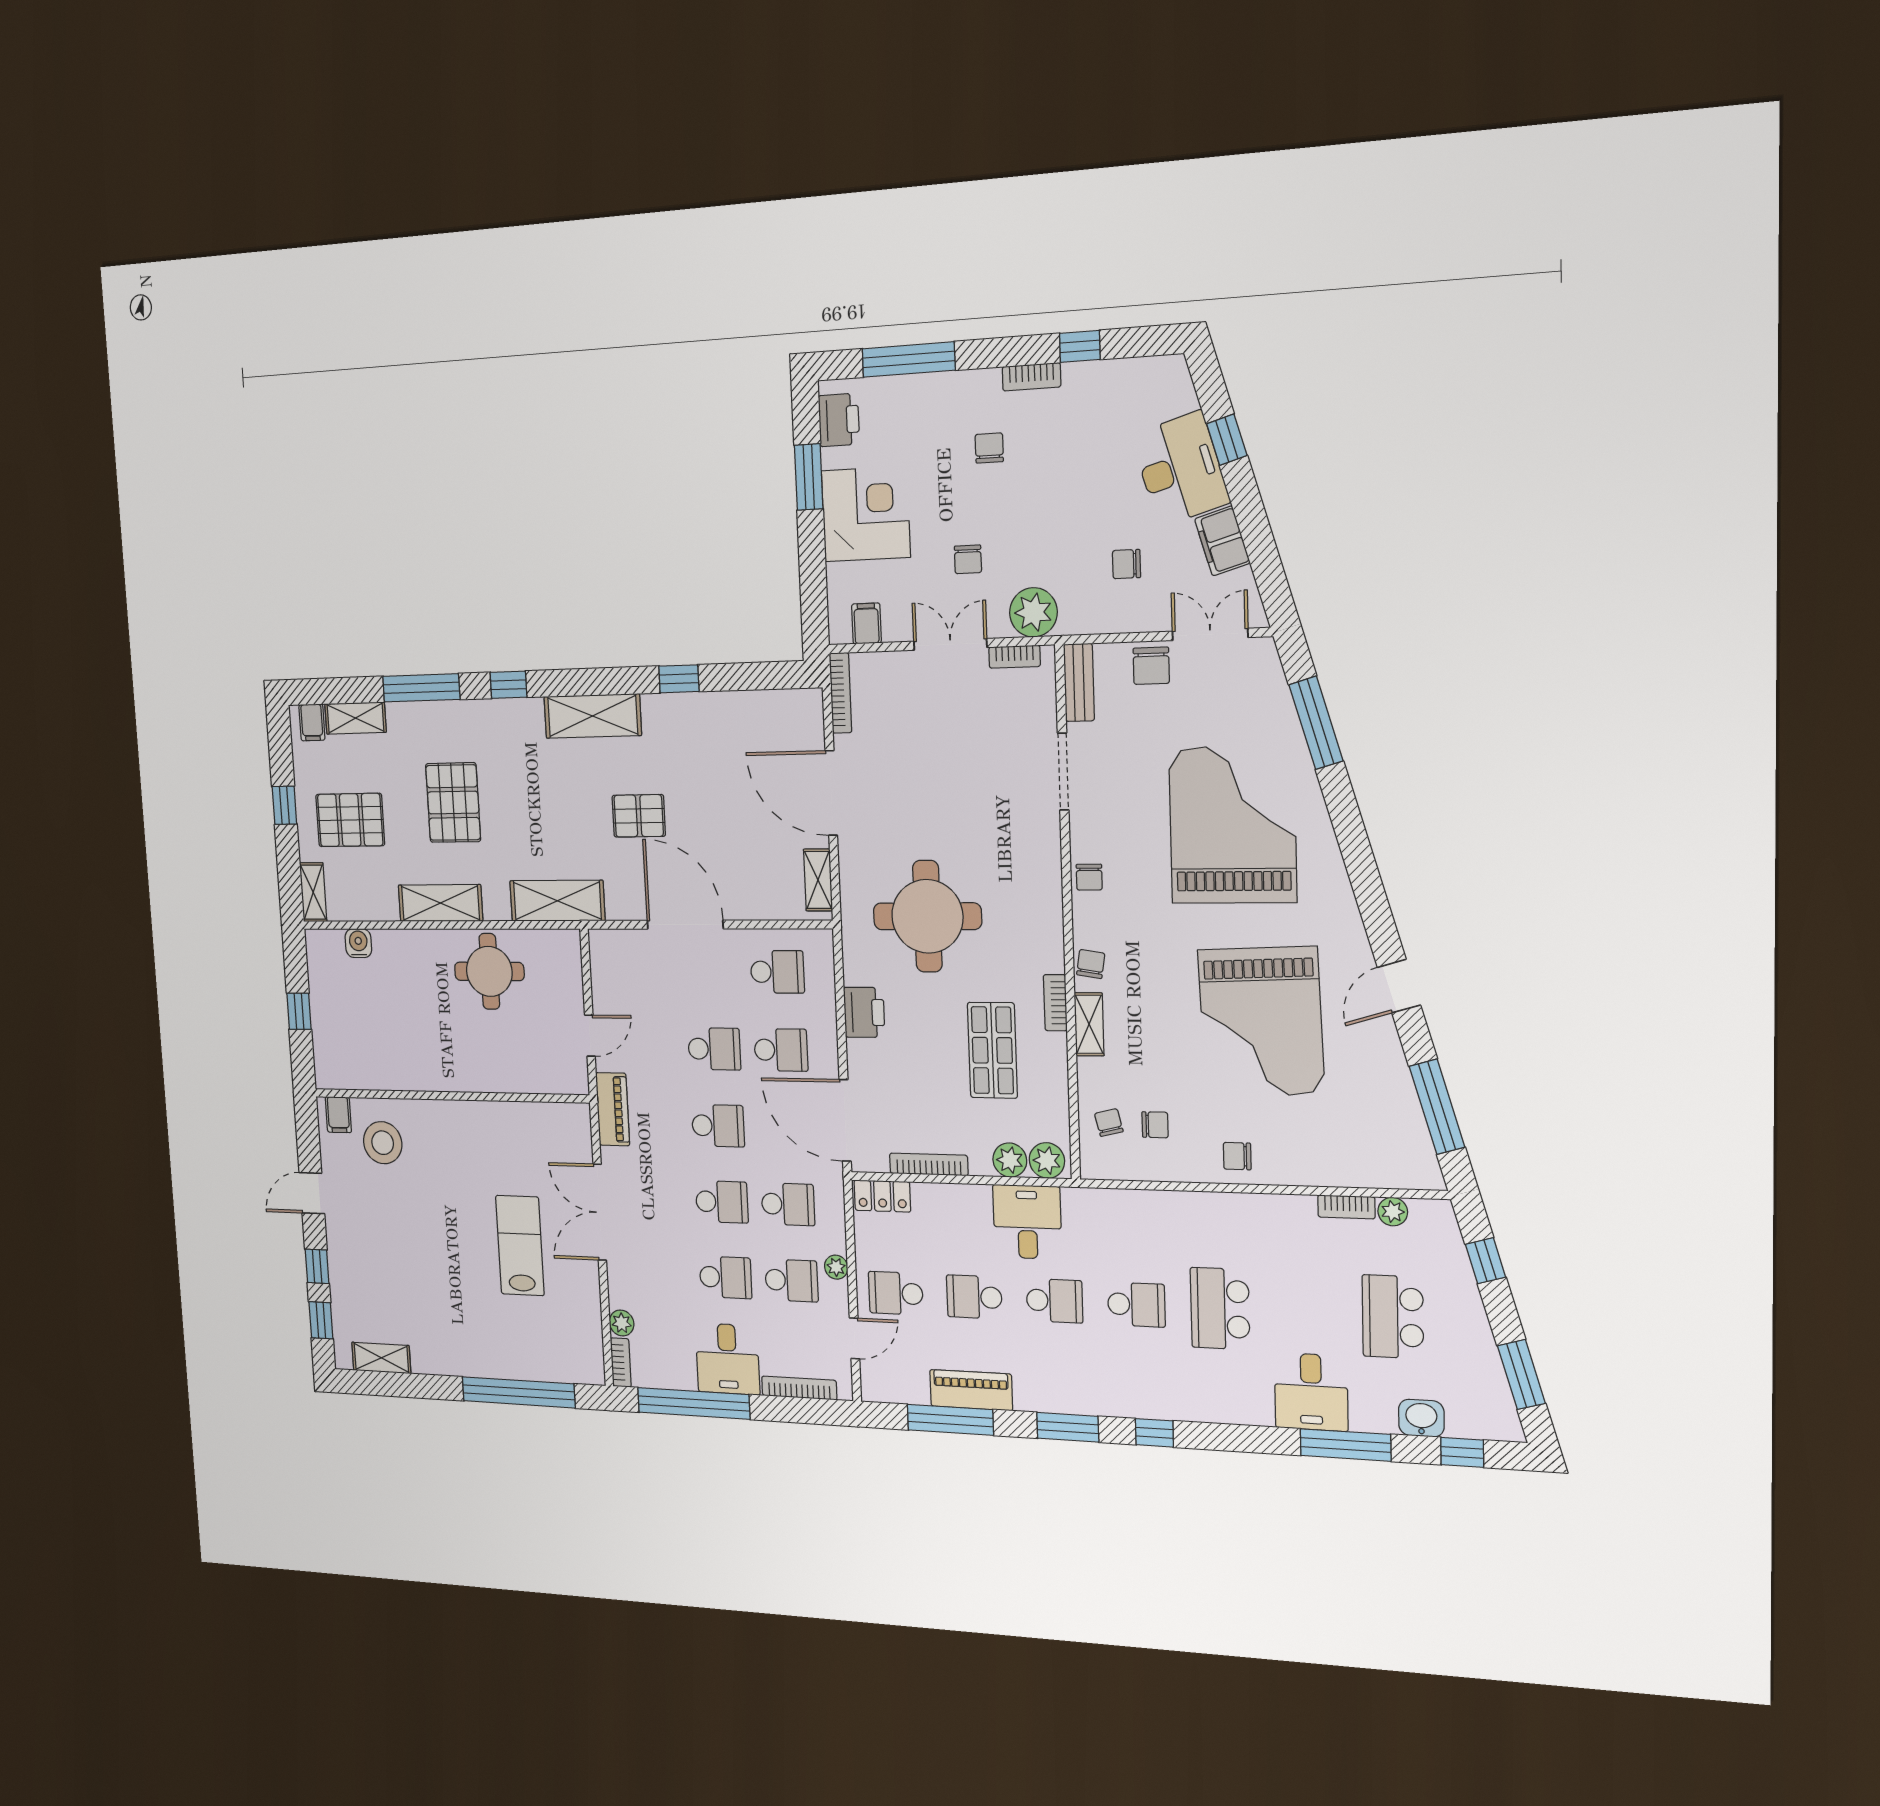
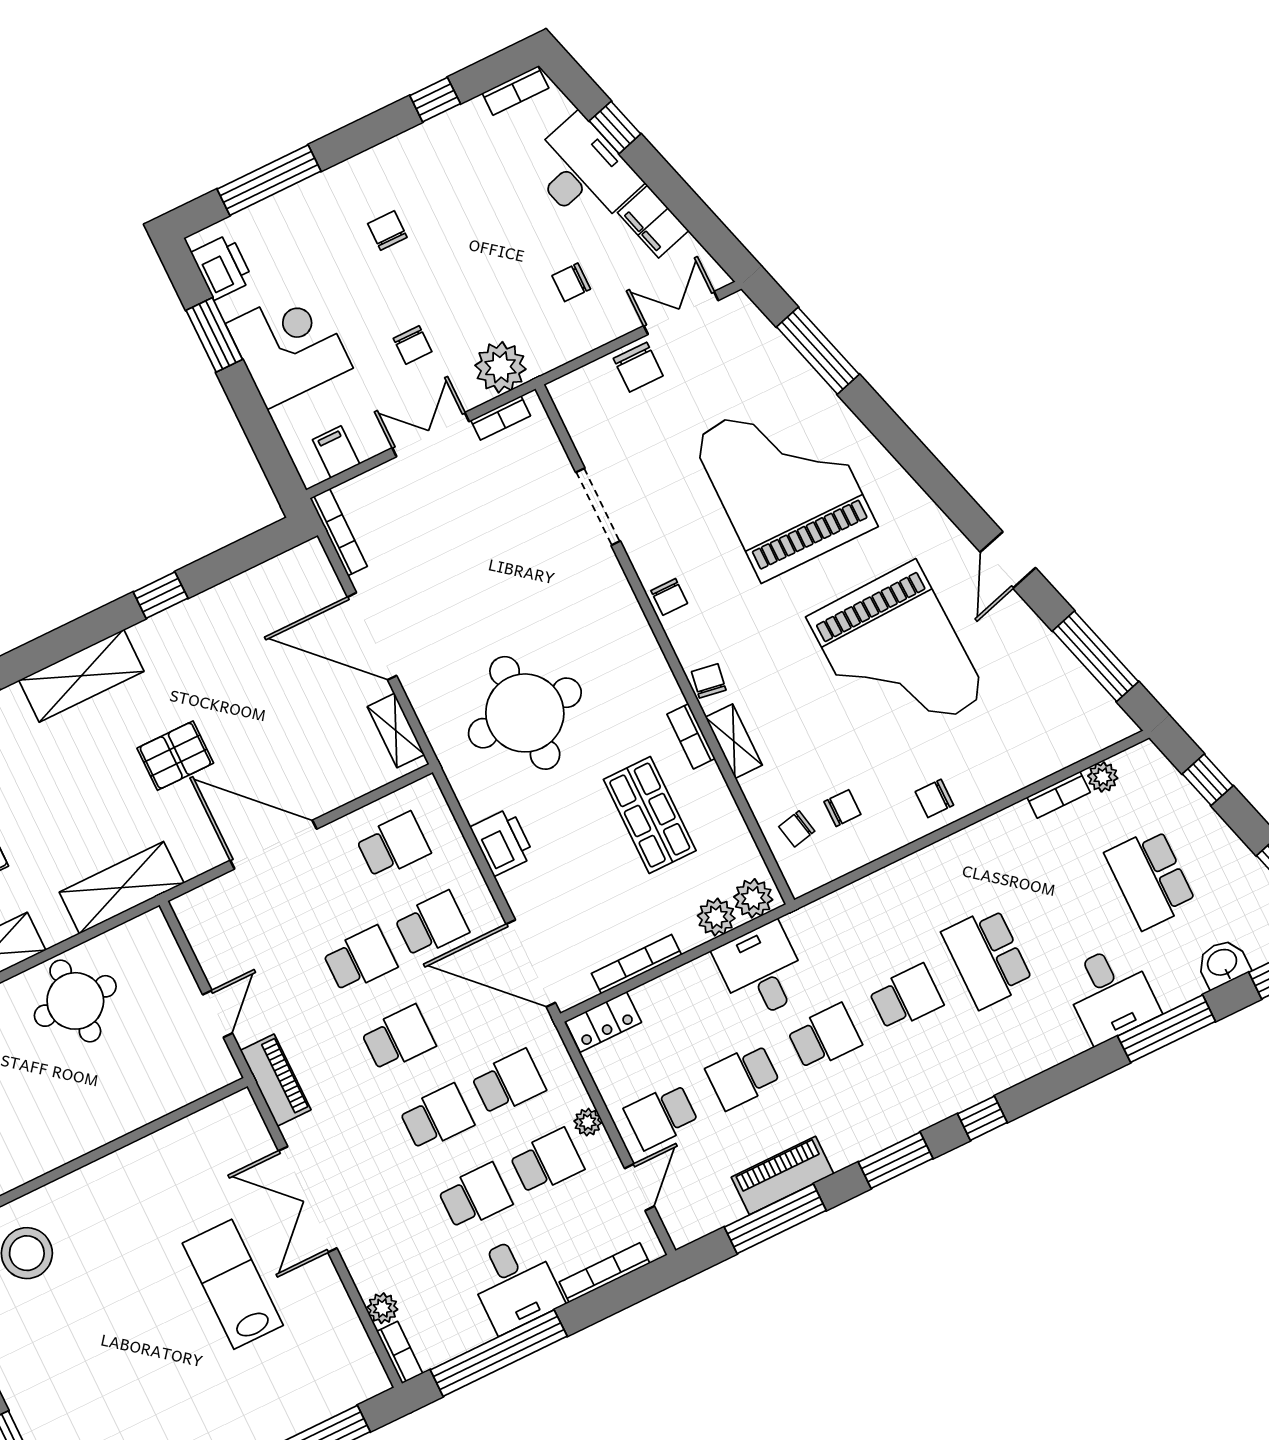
bookcase: (1032, 377) -> (515, 91), moved
bench: (1079, 682) -> (575, 414), removed
chair: (1109, 1123) -> (797, 829), turned -88

